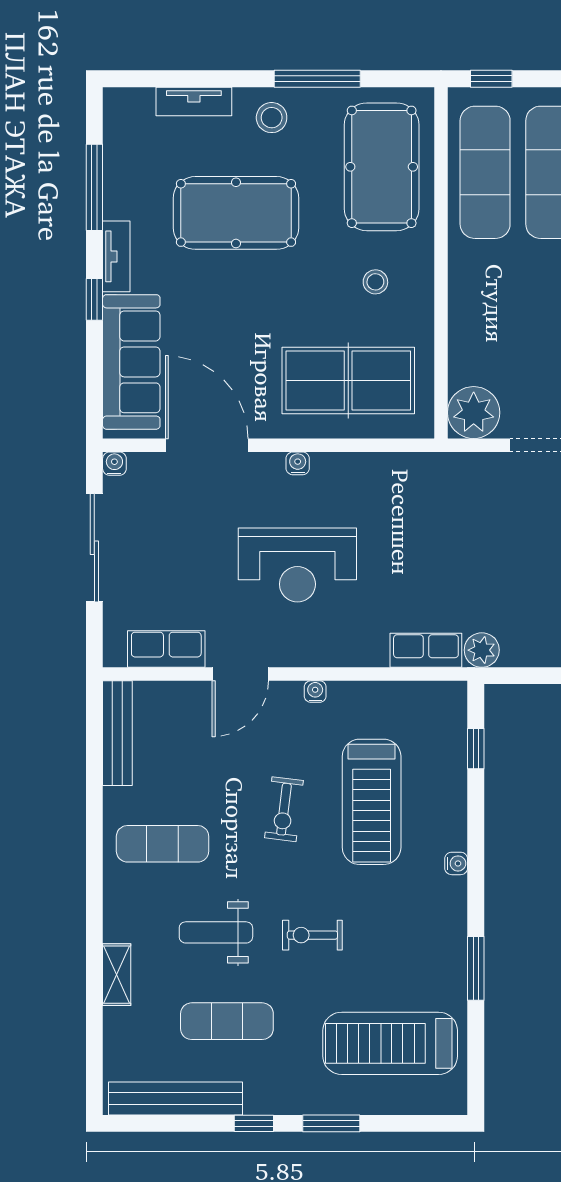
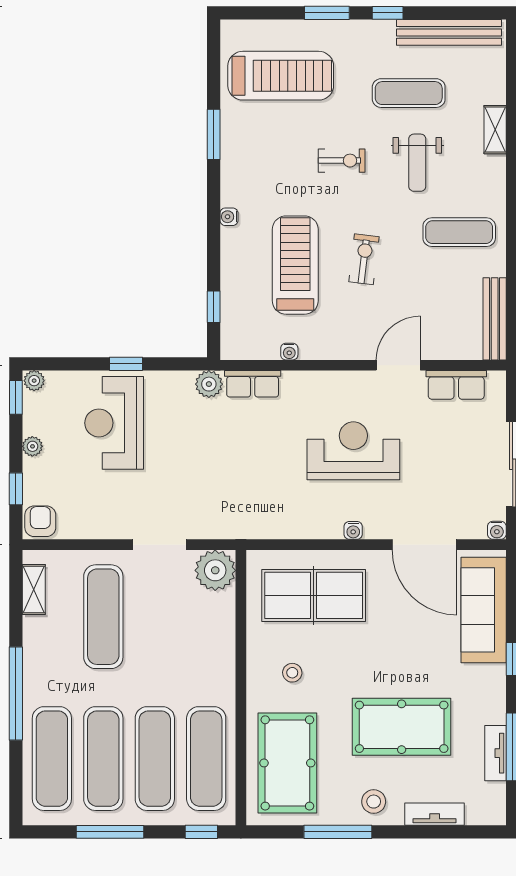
tv unit: (116, 256) -> (495, 753), moved
water cooler: (315, 692) -> (289, 352), moved
weight bench: (216, 932) -> (417, 163), turned 90

